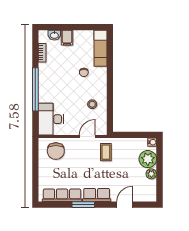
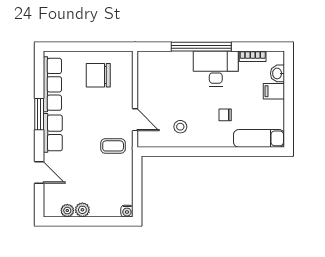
desk: (51, 119) -> (216, 69), moved
chair: (56, 151) -> (98, 75), moved
plant: (148, 159) -> (67, 211), moved, width x0.53, depth x0.53

